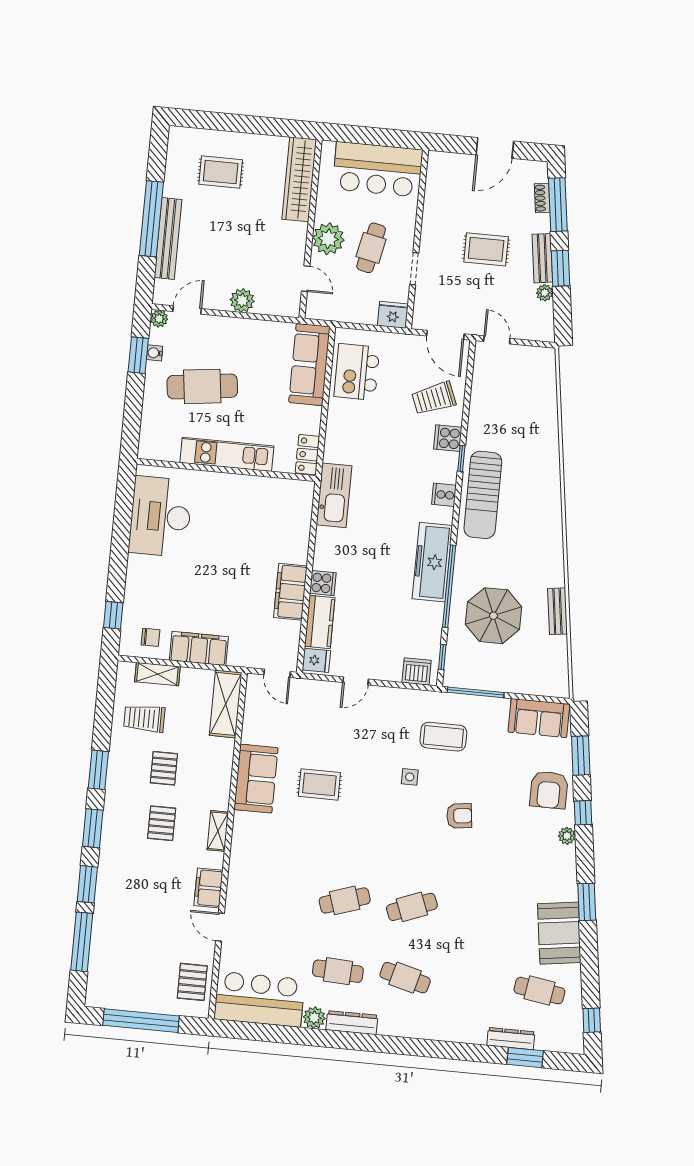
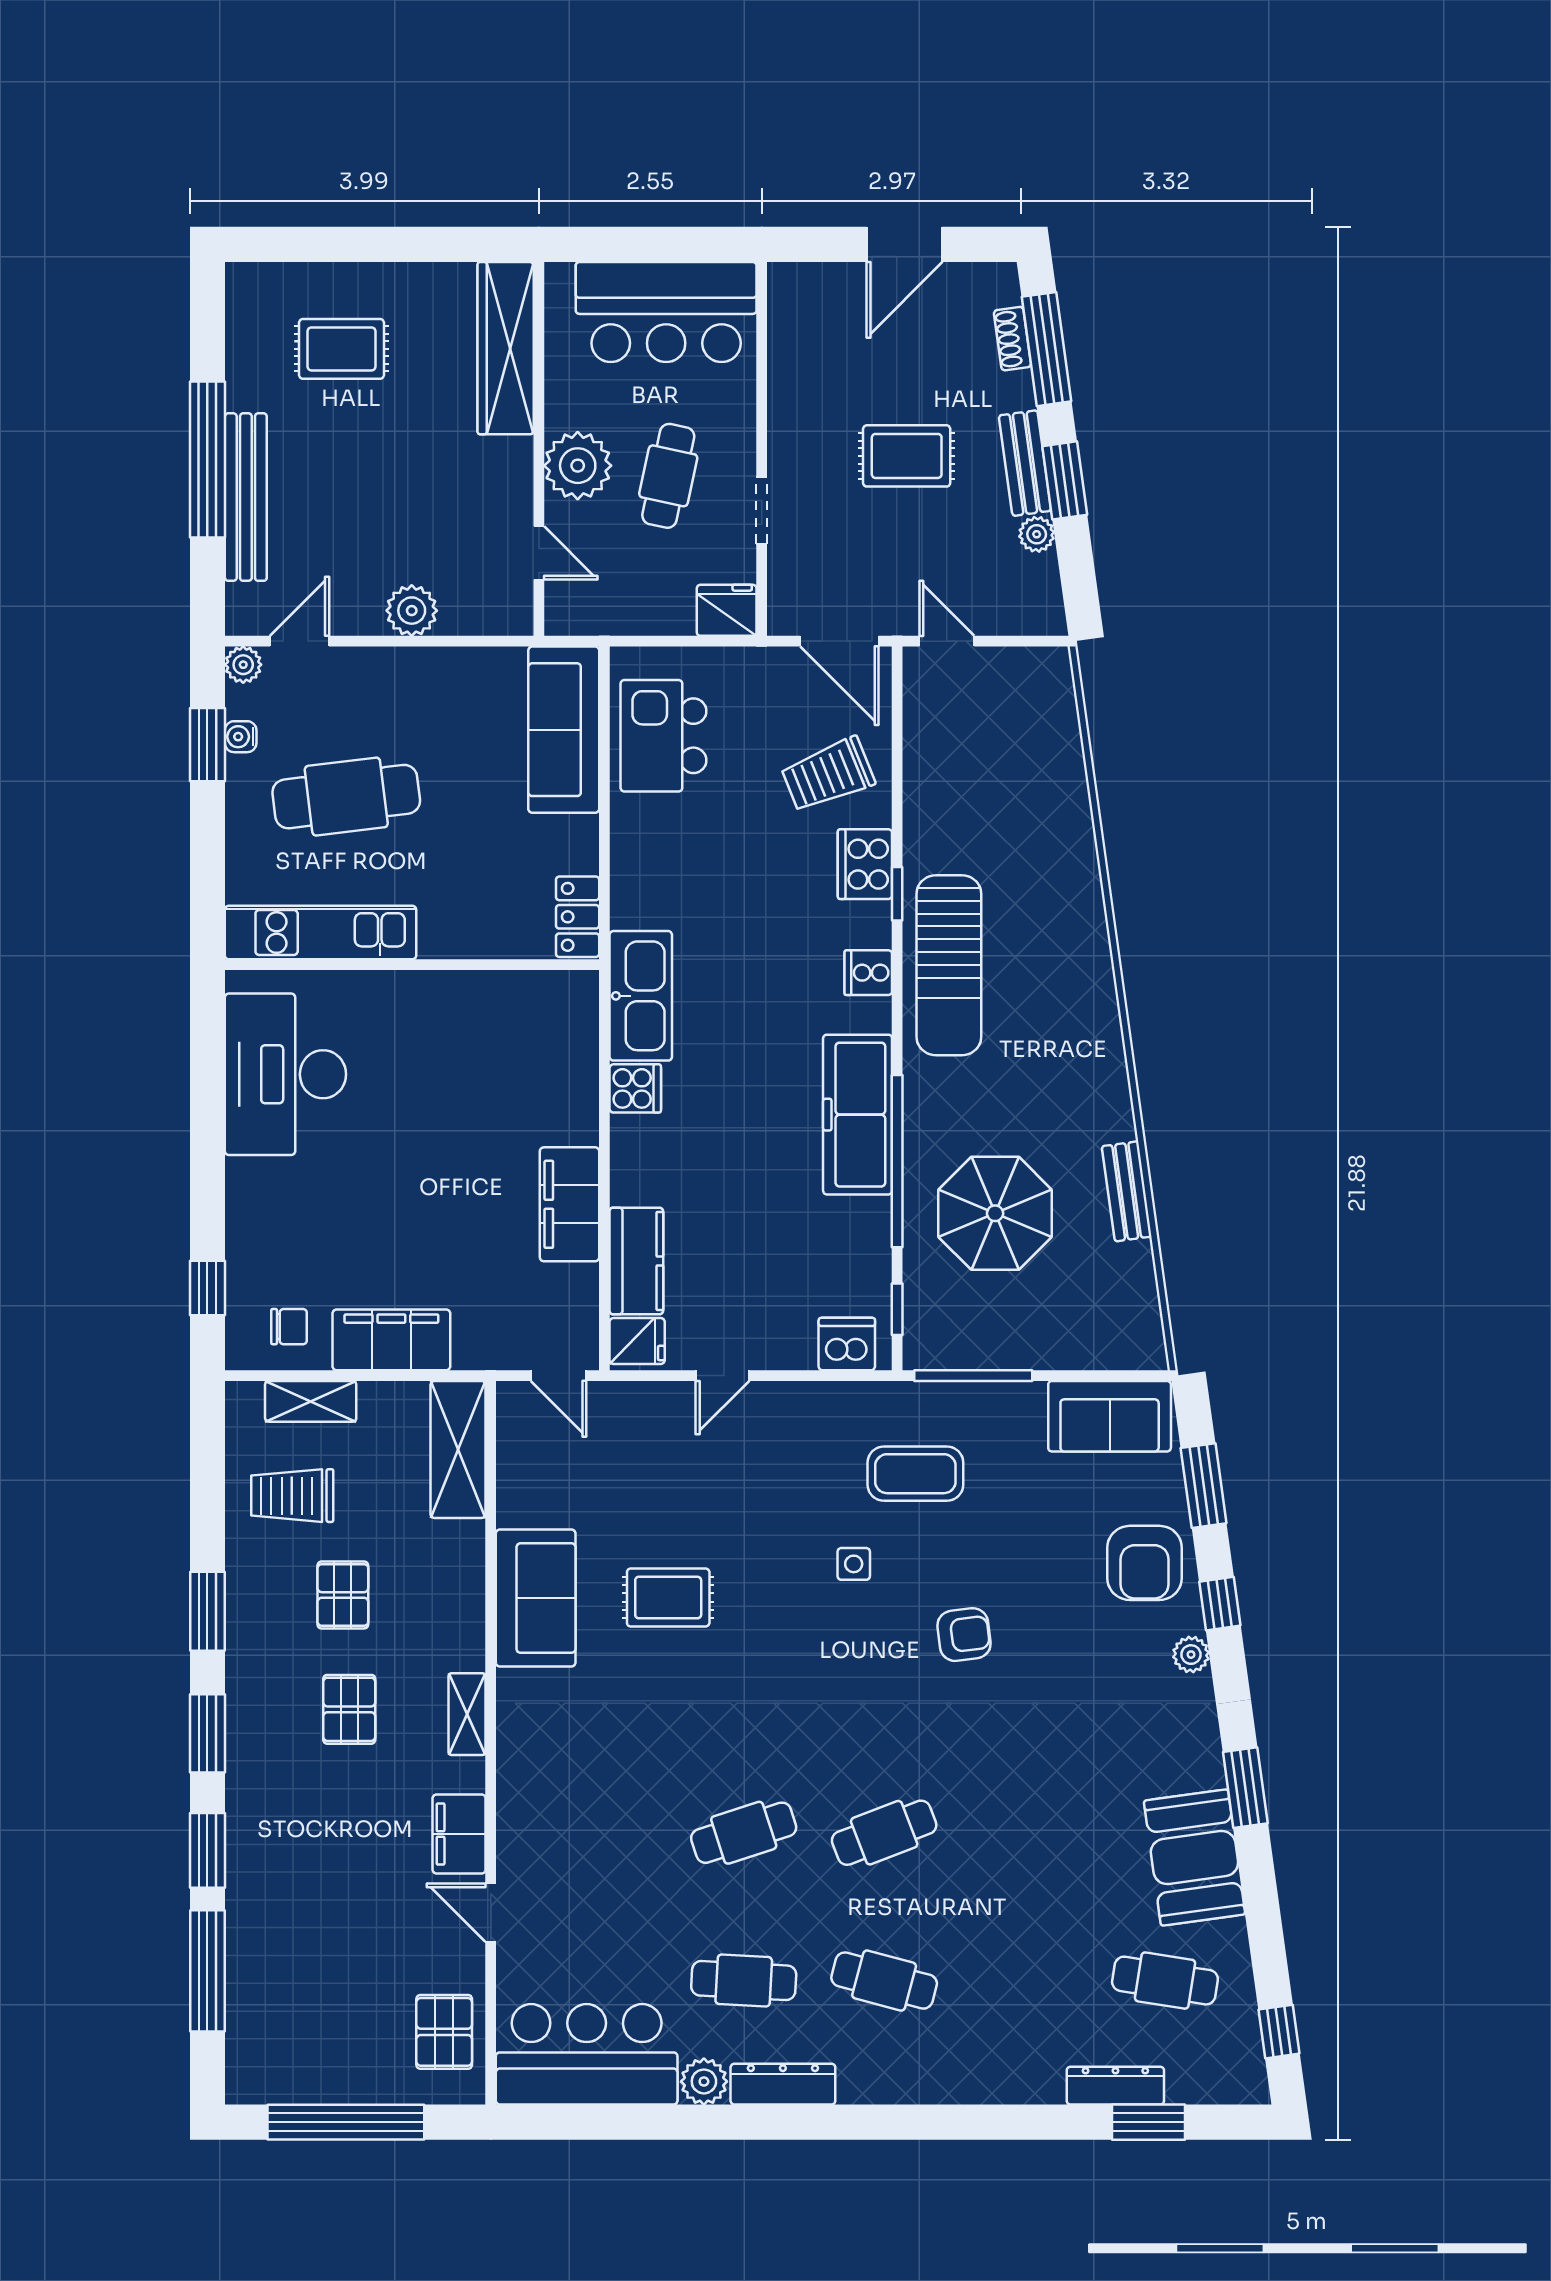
cooker: (448, 438) -> (865, 864), width x1.36
kitchen unit: (227, 454) -> (321, 933), moved
cooker: (323, 583) -> (635, 1088), moved

